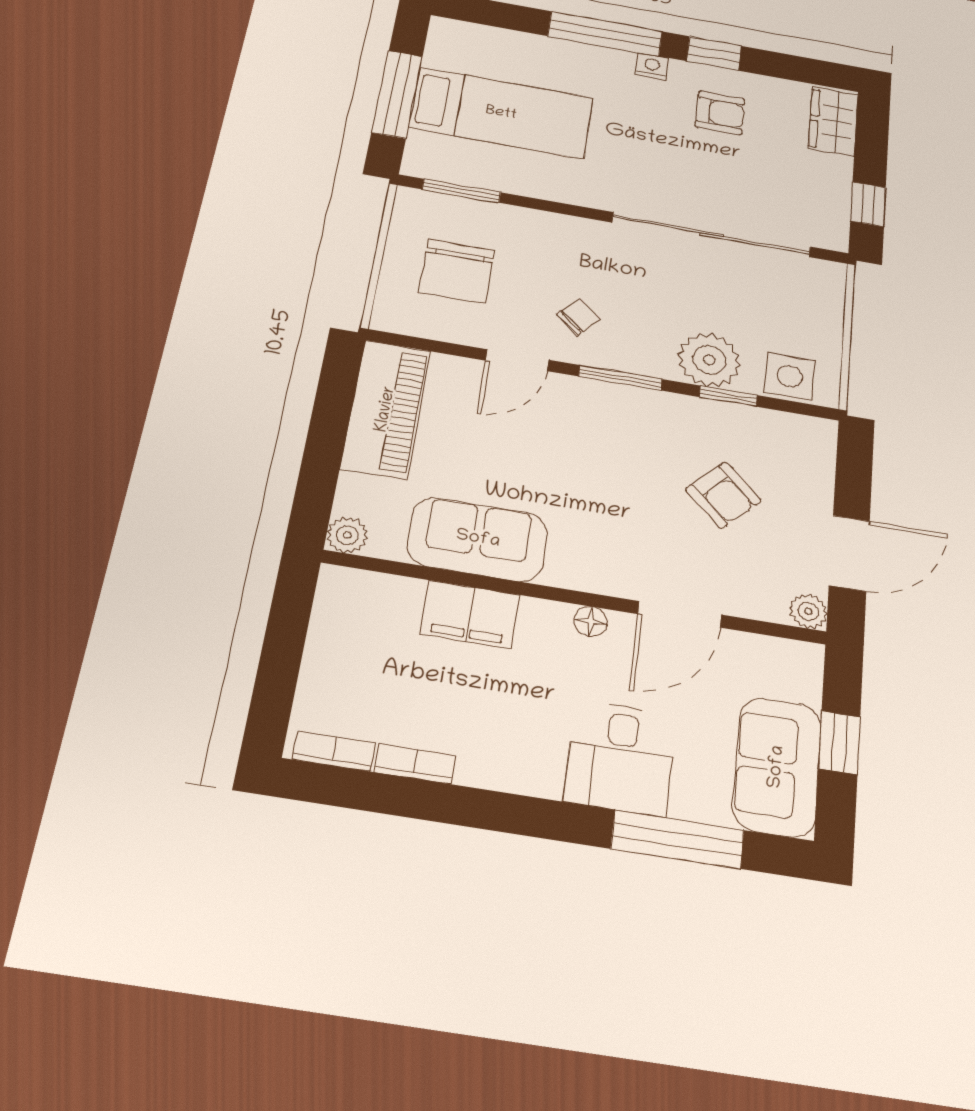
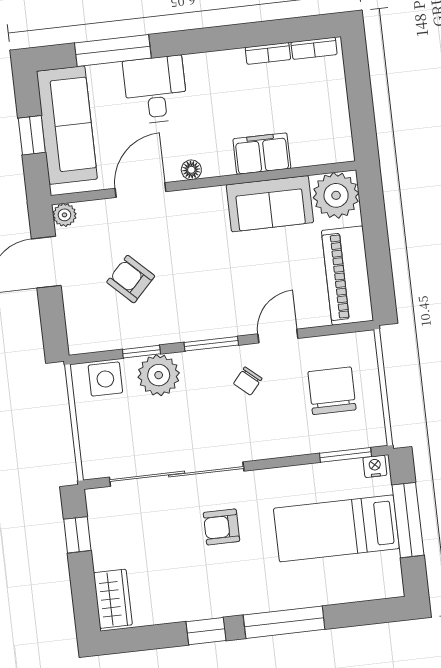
nightstand: (652, 66) -> (375, 466), moved, turned 180
armchair: (720, 113) -> (221, 527), moved
plant: (347, 535) -> (336, 195), width x1.87, depth x1.87
sofa: (777, 767) -> (67, 125), width x1.36

